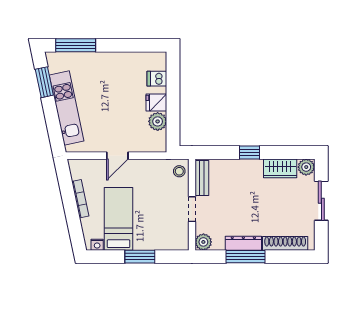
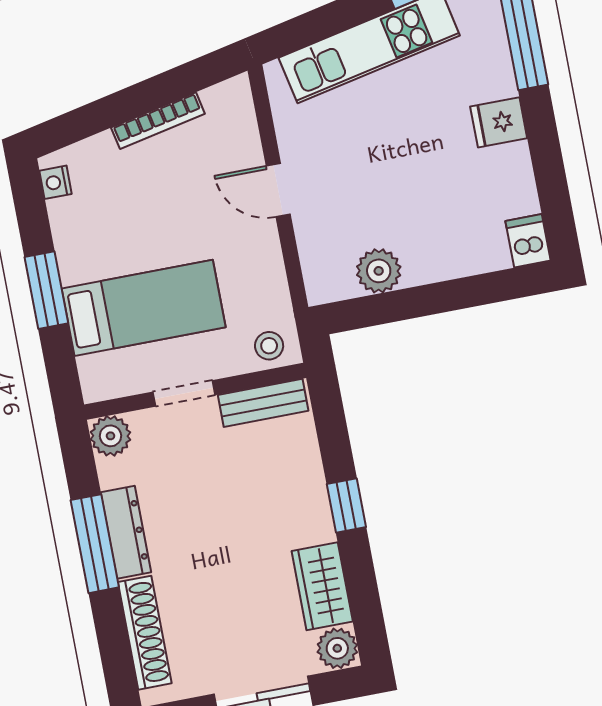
dishwasher: (157, 79) -> (528, 241), moved
fridge: (156, 102) -> (499, 122), moved, turned -90
bed: (119, 219) -> (144, 308), moved

